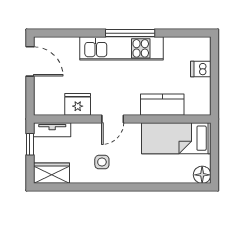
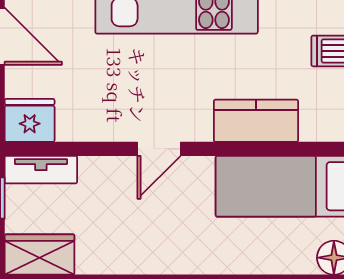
fridge: (78, 104) -> (30, 120), moved
side table: (102, 162) -> (138, 233), removed

